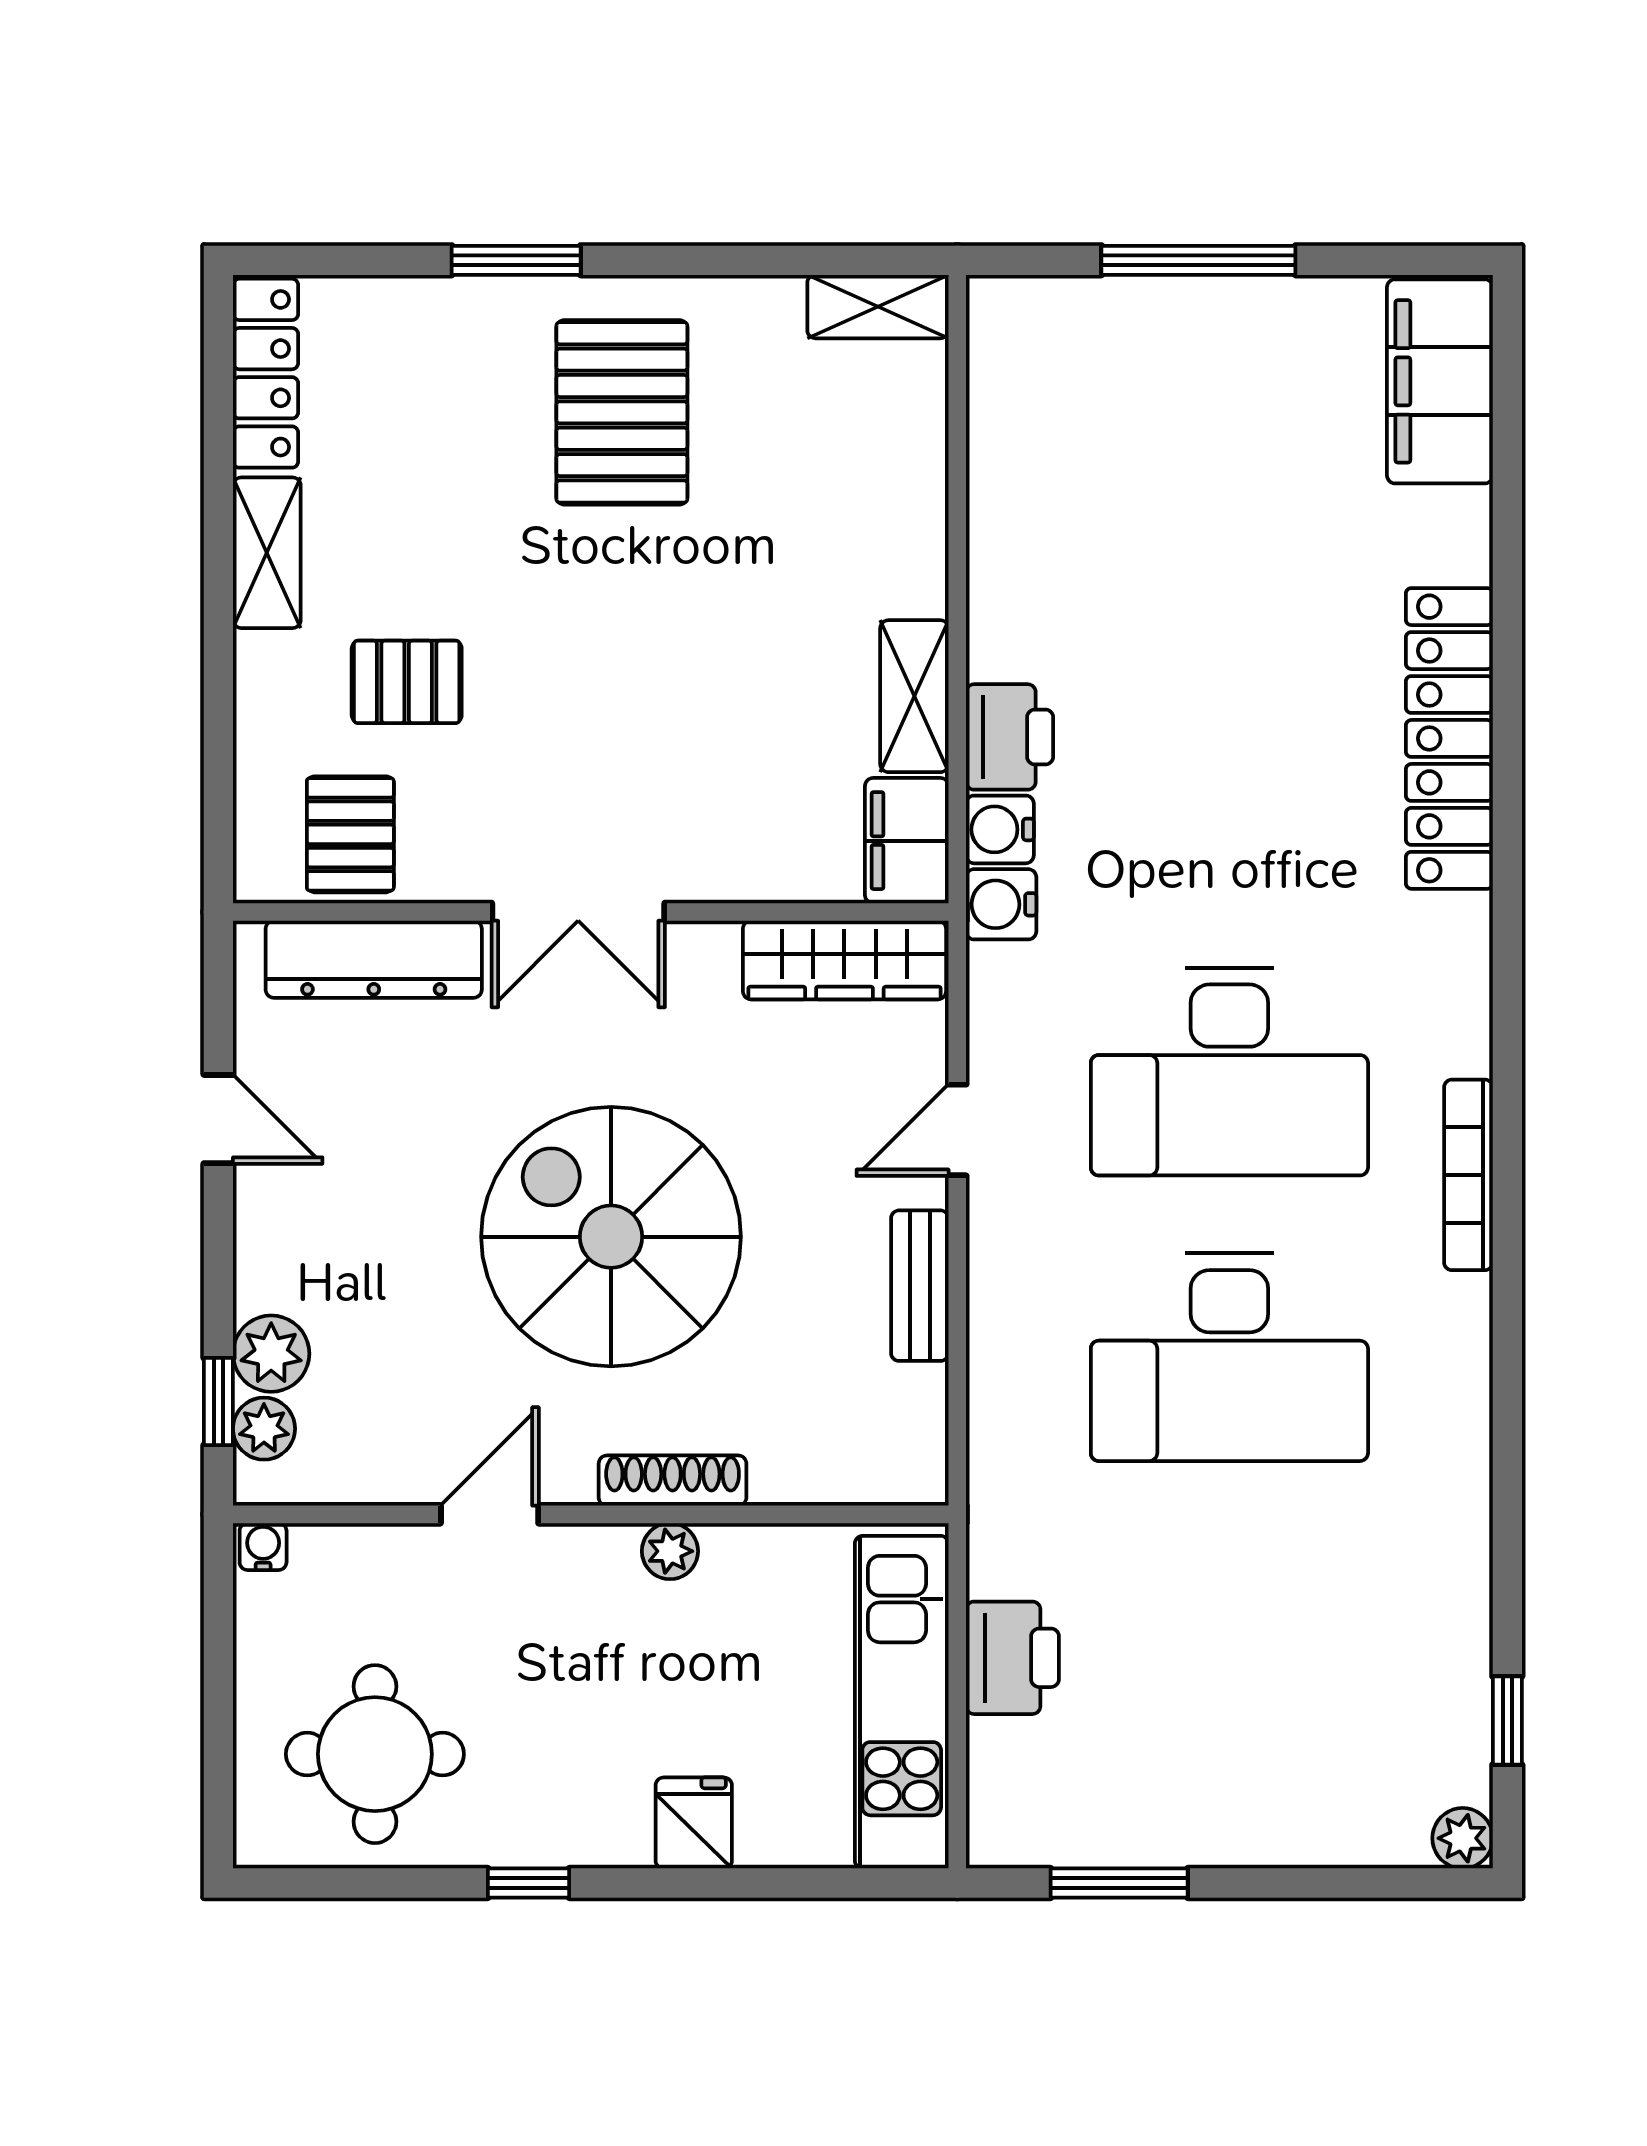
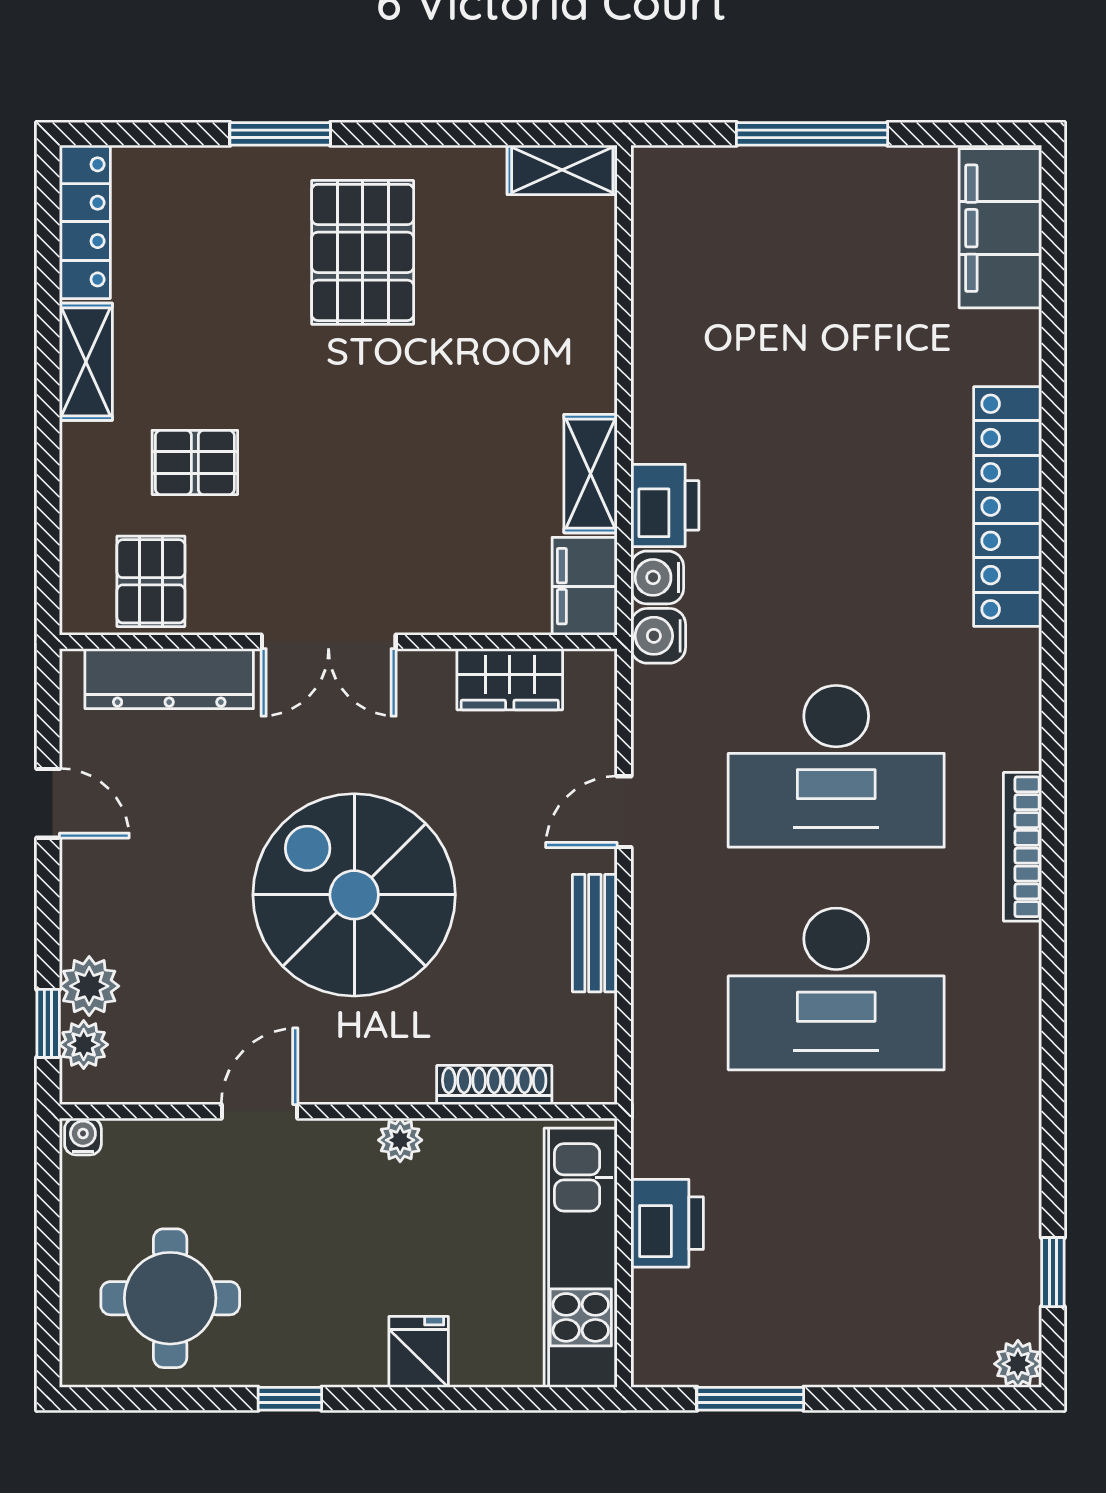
wardrobe: (844, 960) -> (510, 679), width x0.67
shoe rack: (673, 1481) -> (494, 1085), moved

